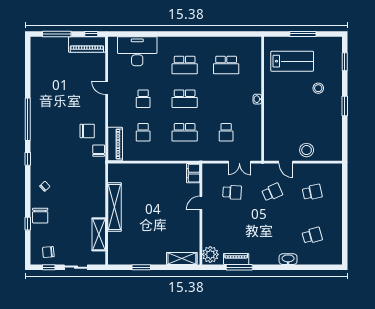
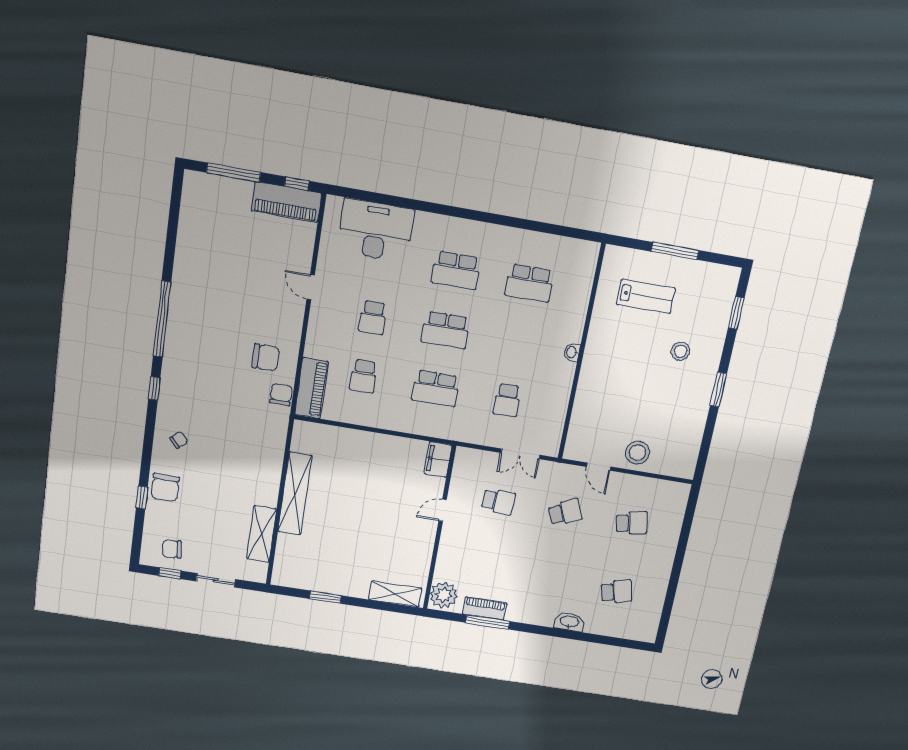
lab bench: (292, 61) -> (646, 296), width x0.73, depth x0.72

